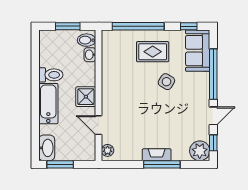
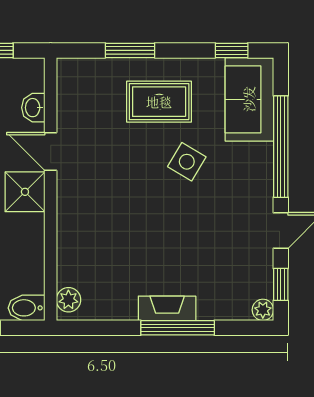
window: (138, 26) -> (130, 50), width x0.47
bidet: (87, 40) -> (26, 308), moved
door: (99, 125) -> (51, 151), moved
plant: (200, 151) -> (263, 310), width x0.53, depth x0.53

